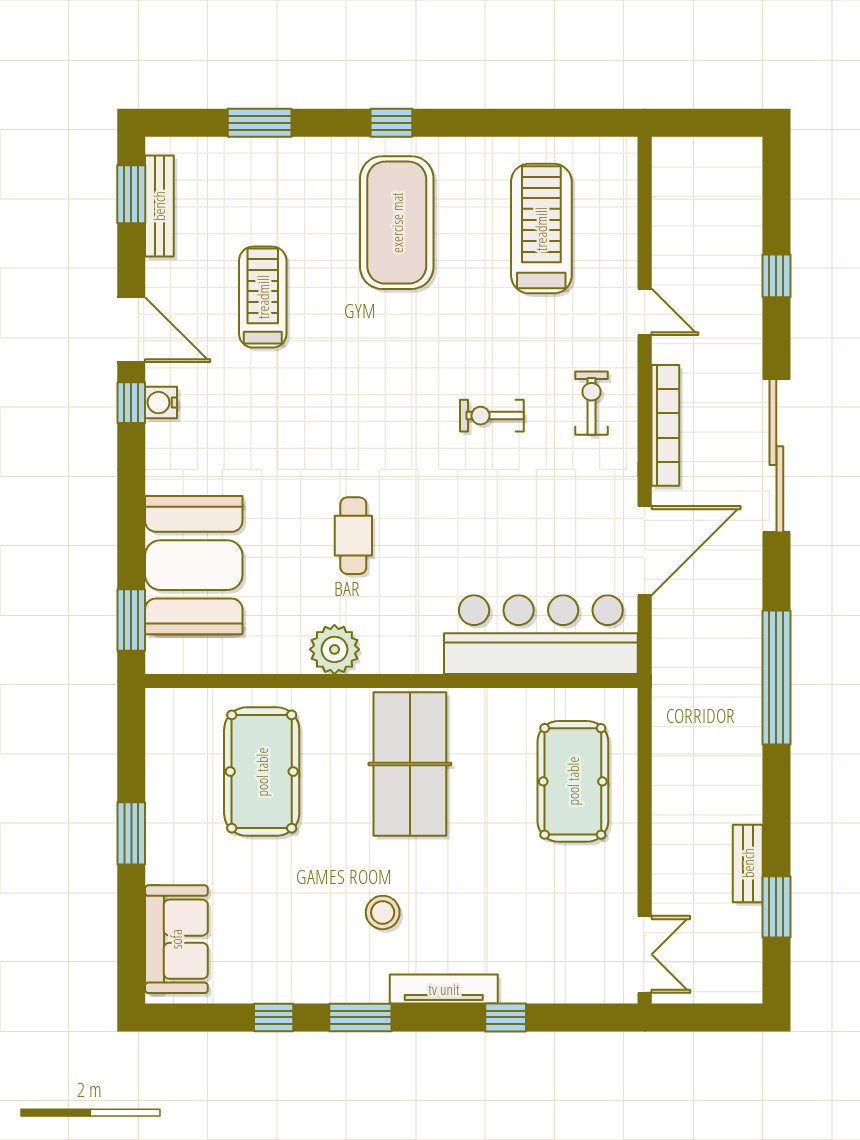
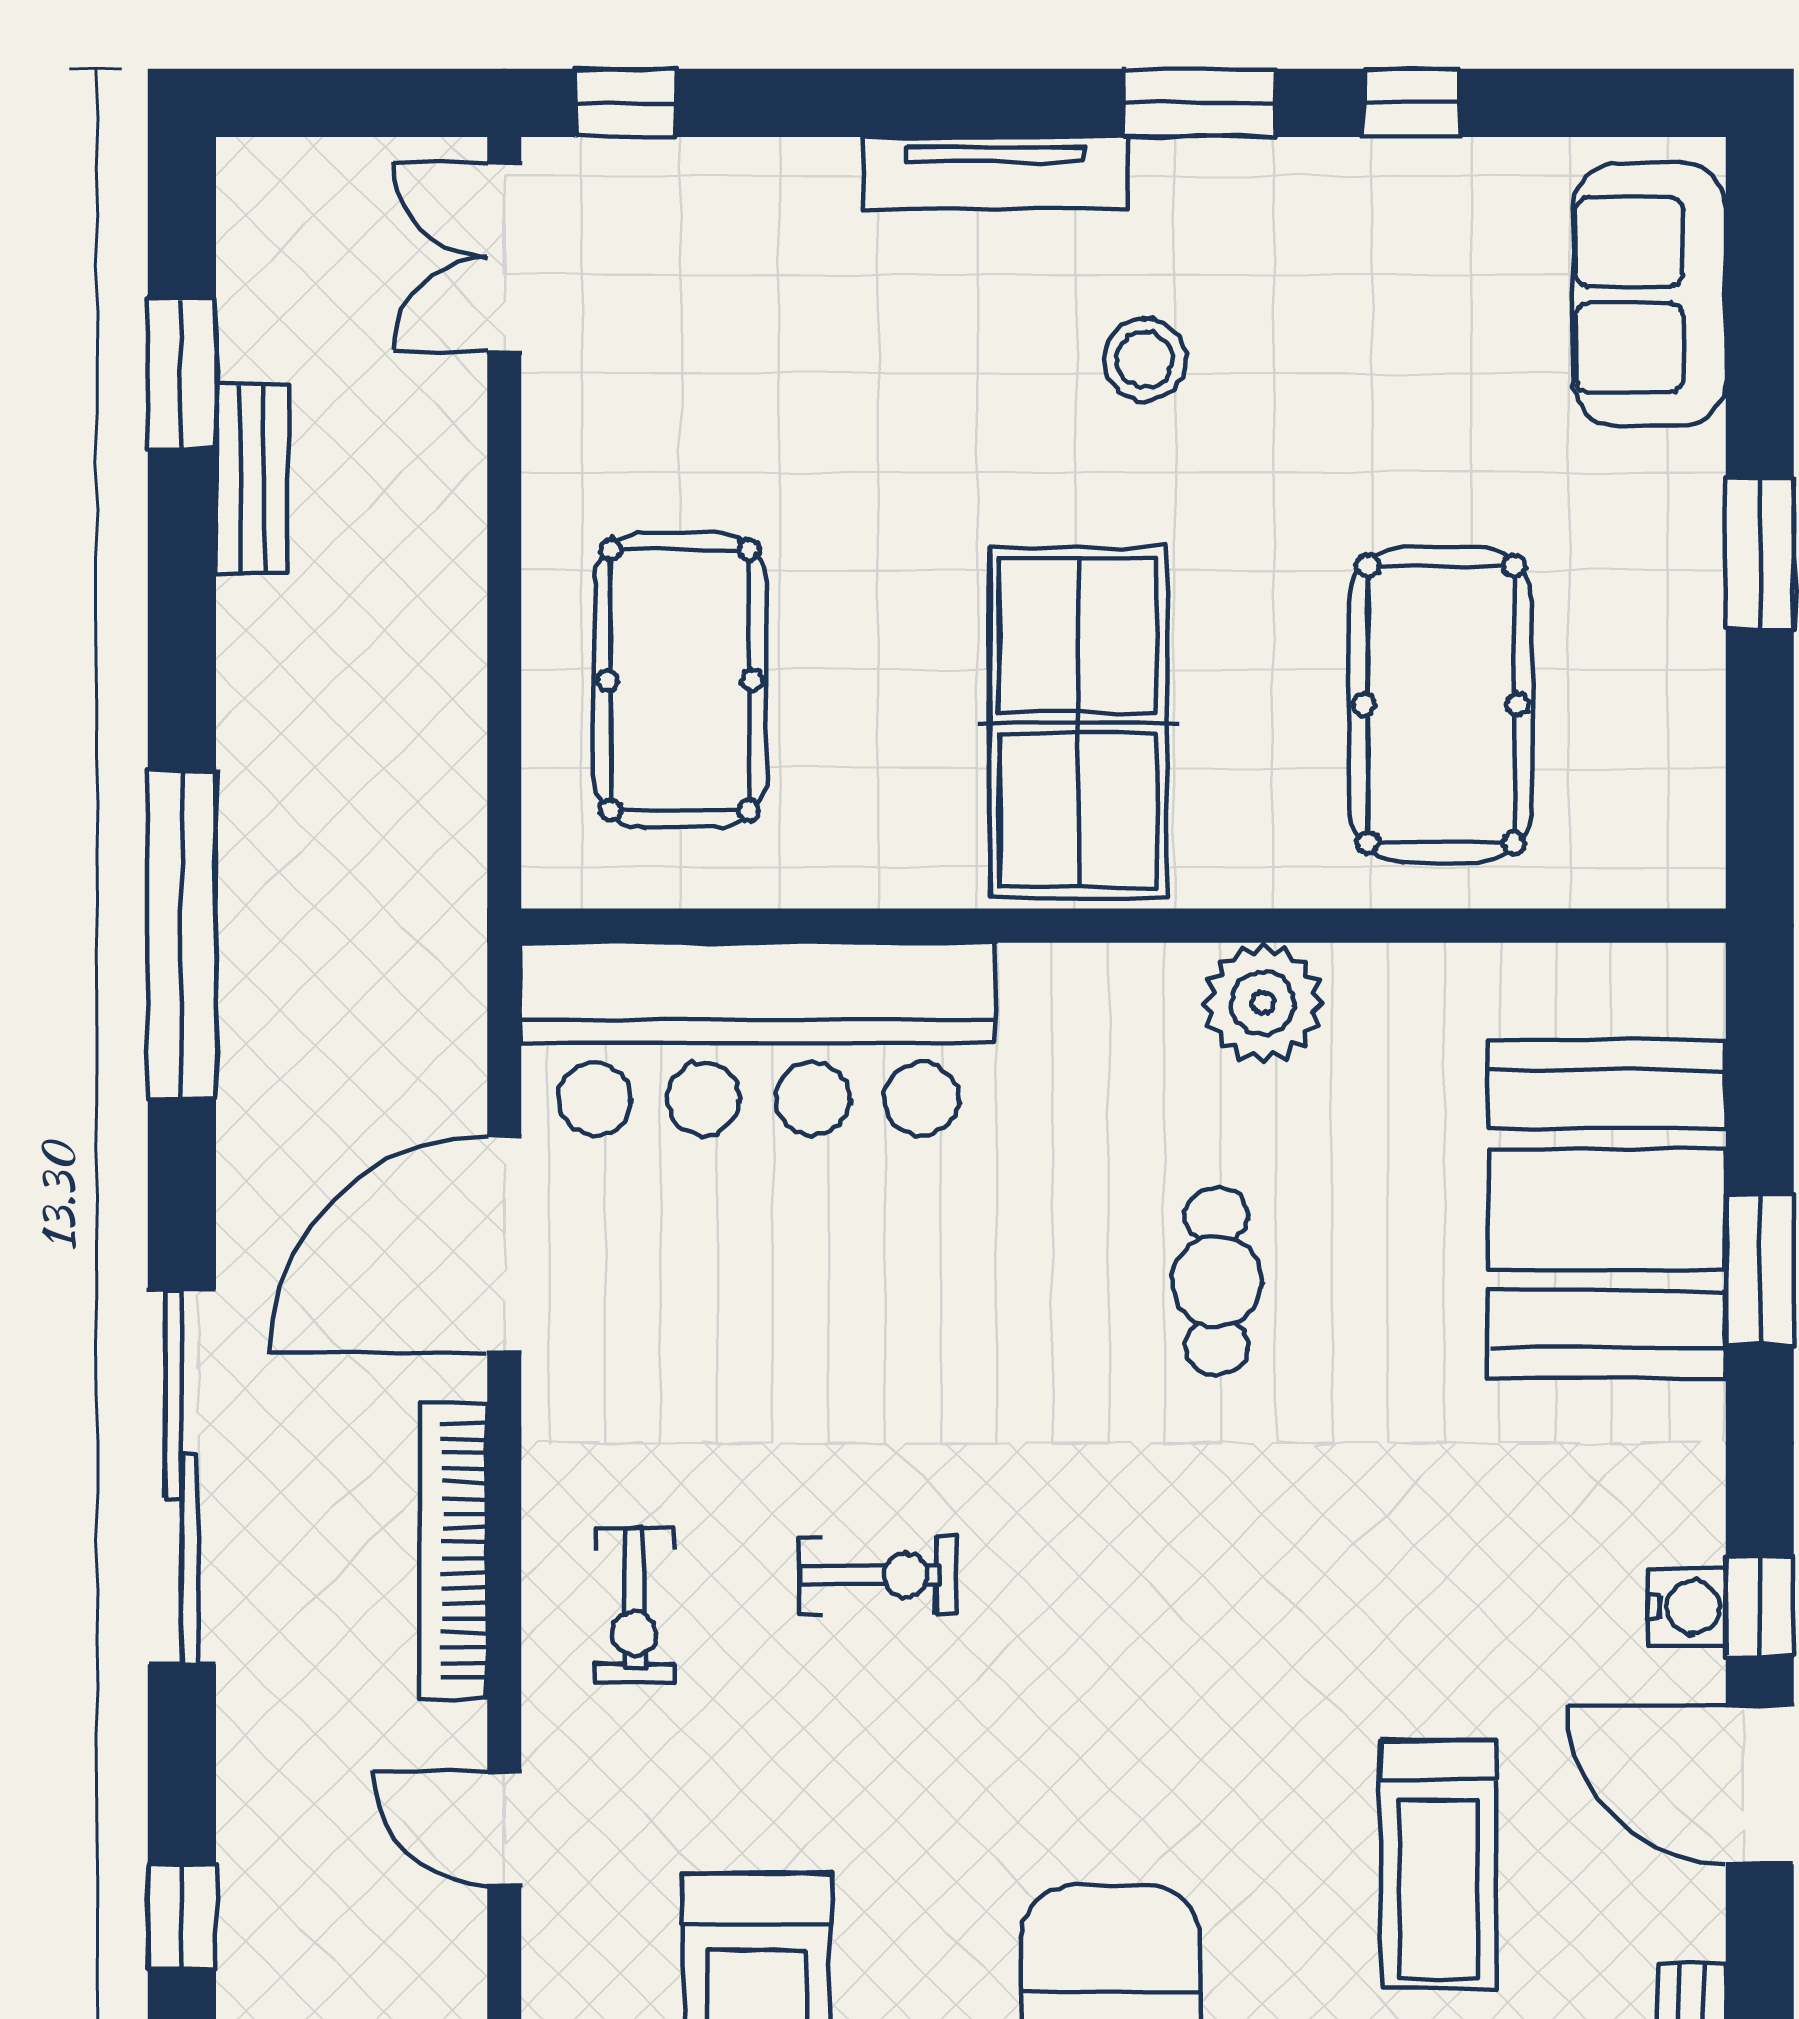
window: (131, 620) -> (1760, 1269), moved
window: (506, 1017) -> (626, 103), moved

